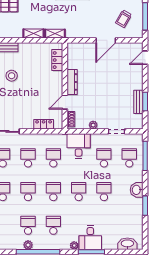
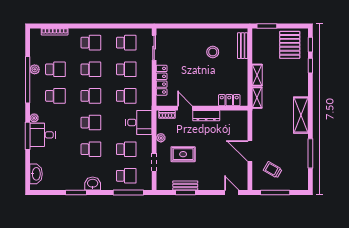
rug: (109, 104) -> (183, 154), added
locker: (44, 124) -> (162, 80), width x1.53

